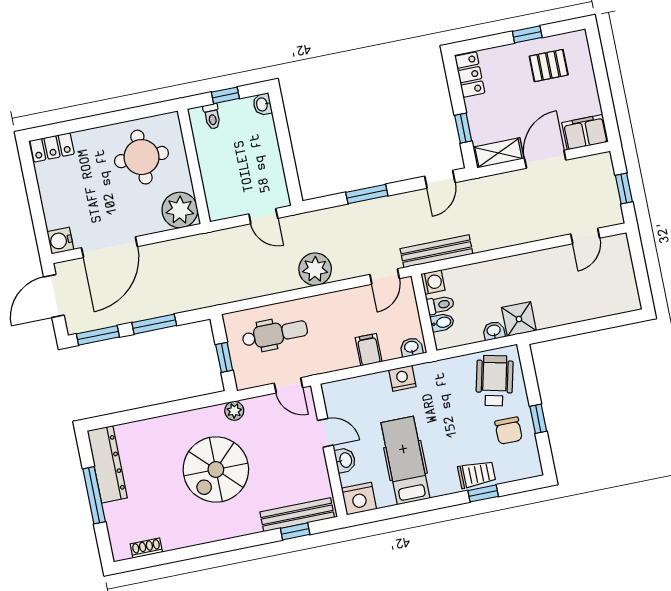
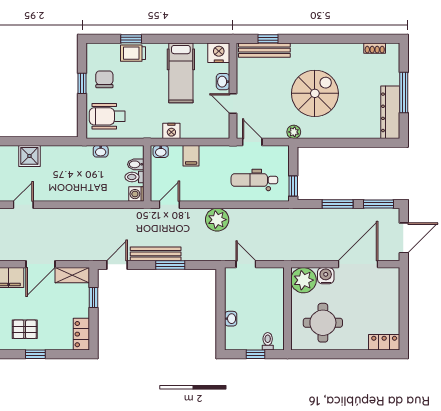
washbasin: (262, 104) -> (231, 319), moved
water cooler: (60, 241) -> (326, 276), moved, turned -90
bench: (436, 251) -> (156, 254), moved
shower: (519, 319) -> (29, 156), moved
window: (224, 357) -> (293, 186), moved
wheelchair: (495, 381) -> (107, 116), turned 77

